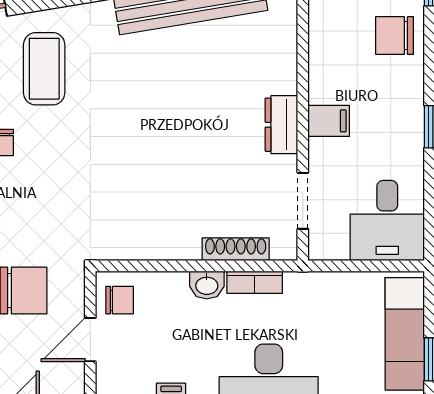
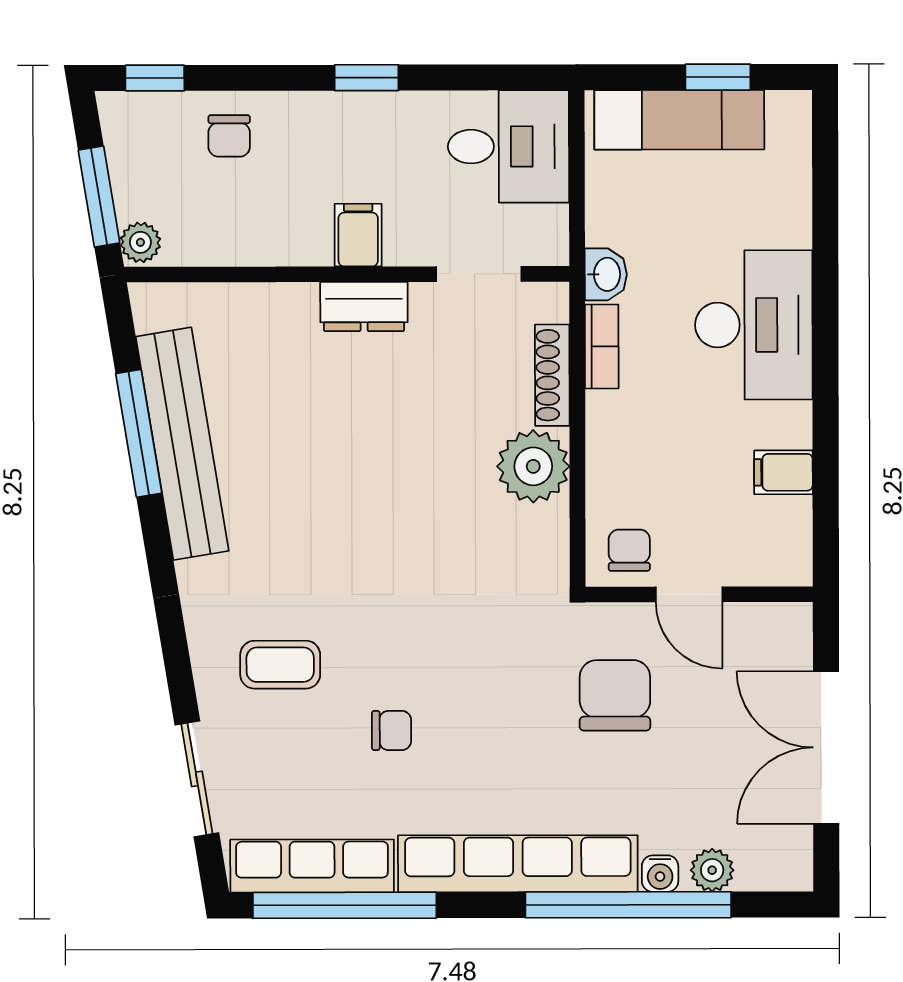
chair: (395, 36) -> (229, 136), width x0.73, depth x0.73
coffee table: (44, 69) -> (280, 665), width x0.73, depth x0.77
plant: (175, 237) -> (533, 466), added
washbasin: (207, 285) -> (606, 274), moved

